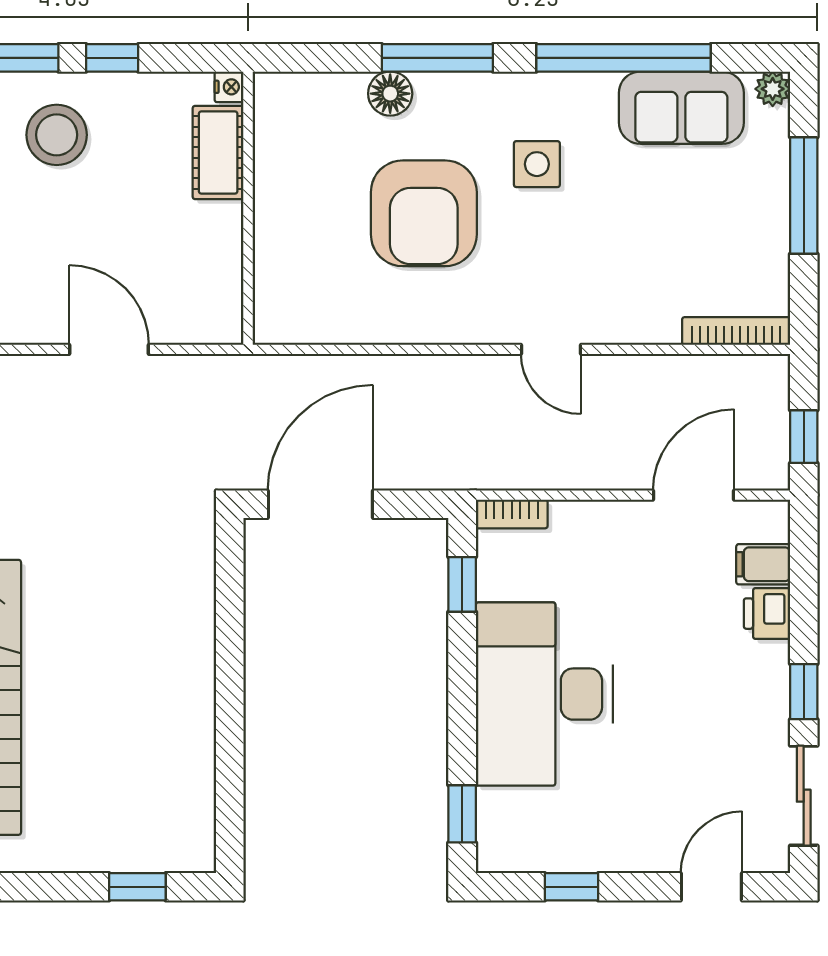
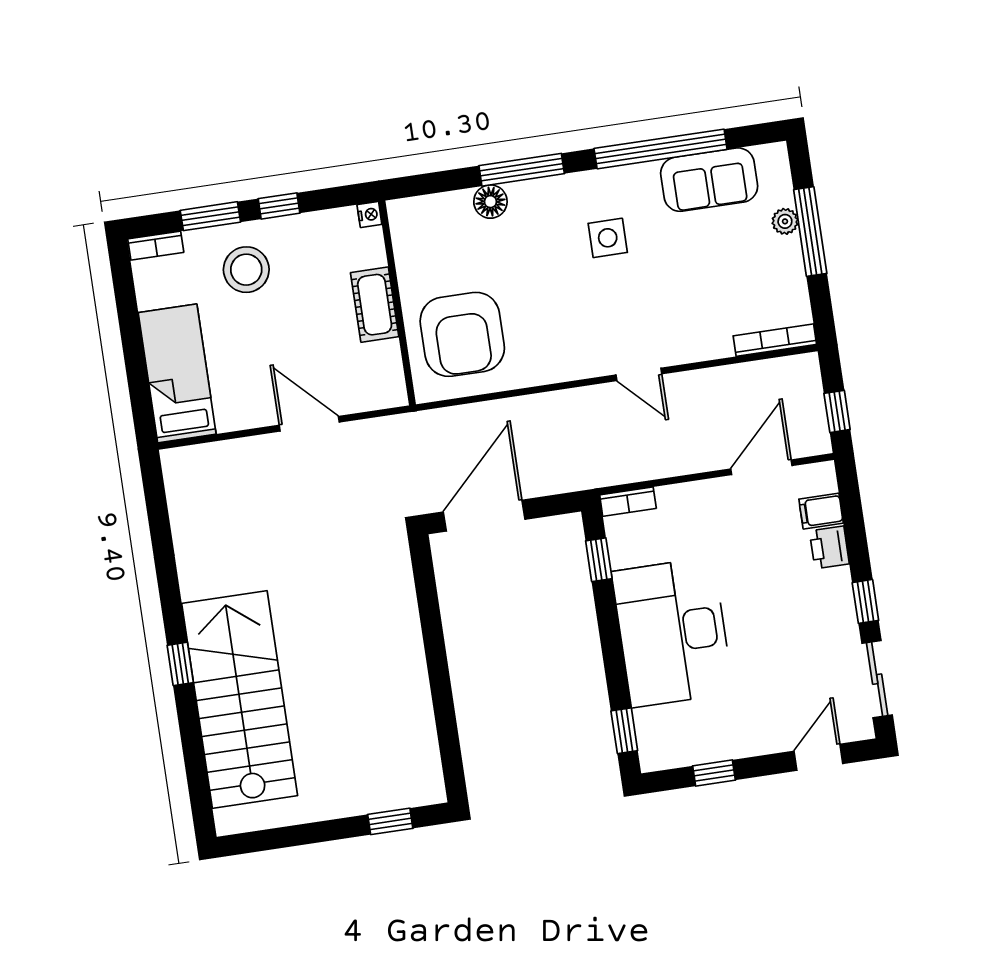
plant: (773, 89) -> (785, 221), moved
cot: (218, 152) -> (375, 305), moved
armchair: (424, 213) -> (462, 334), moved

